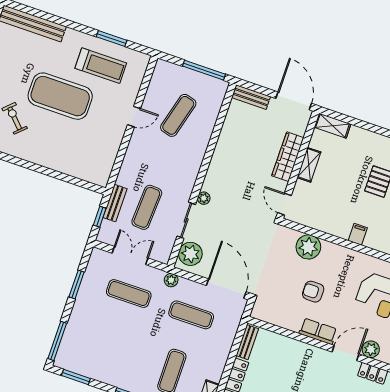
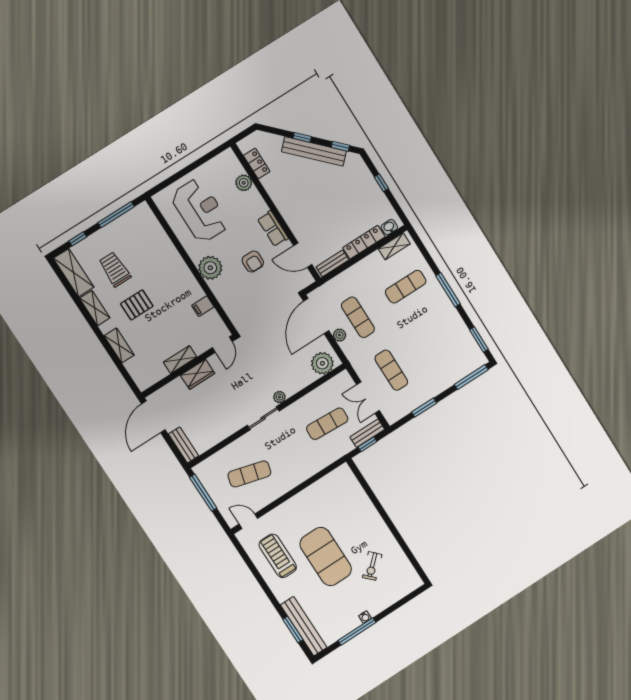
window: (112, 39) -> (293, 629), moved
door: (134, 117) -> (248, 521), moved
shelving: (333, 126) -> (119, 345), moved
wardrobe: (288, 157) -> (198, 374), width x0.67
bench: (115, 203) -> (367, 433), moved
sliding door: (186, 220) -> (263, 418), moved
filing cabinet: (358, 234) -> (203, 306), moved
plant: (308, 247) -> (210, 268), moved
plant: (171, 280) -> (340, 335), moved
door: (346, 353) -> (303, 255), moved

